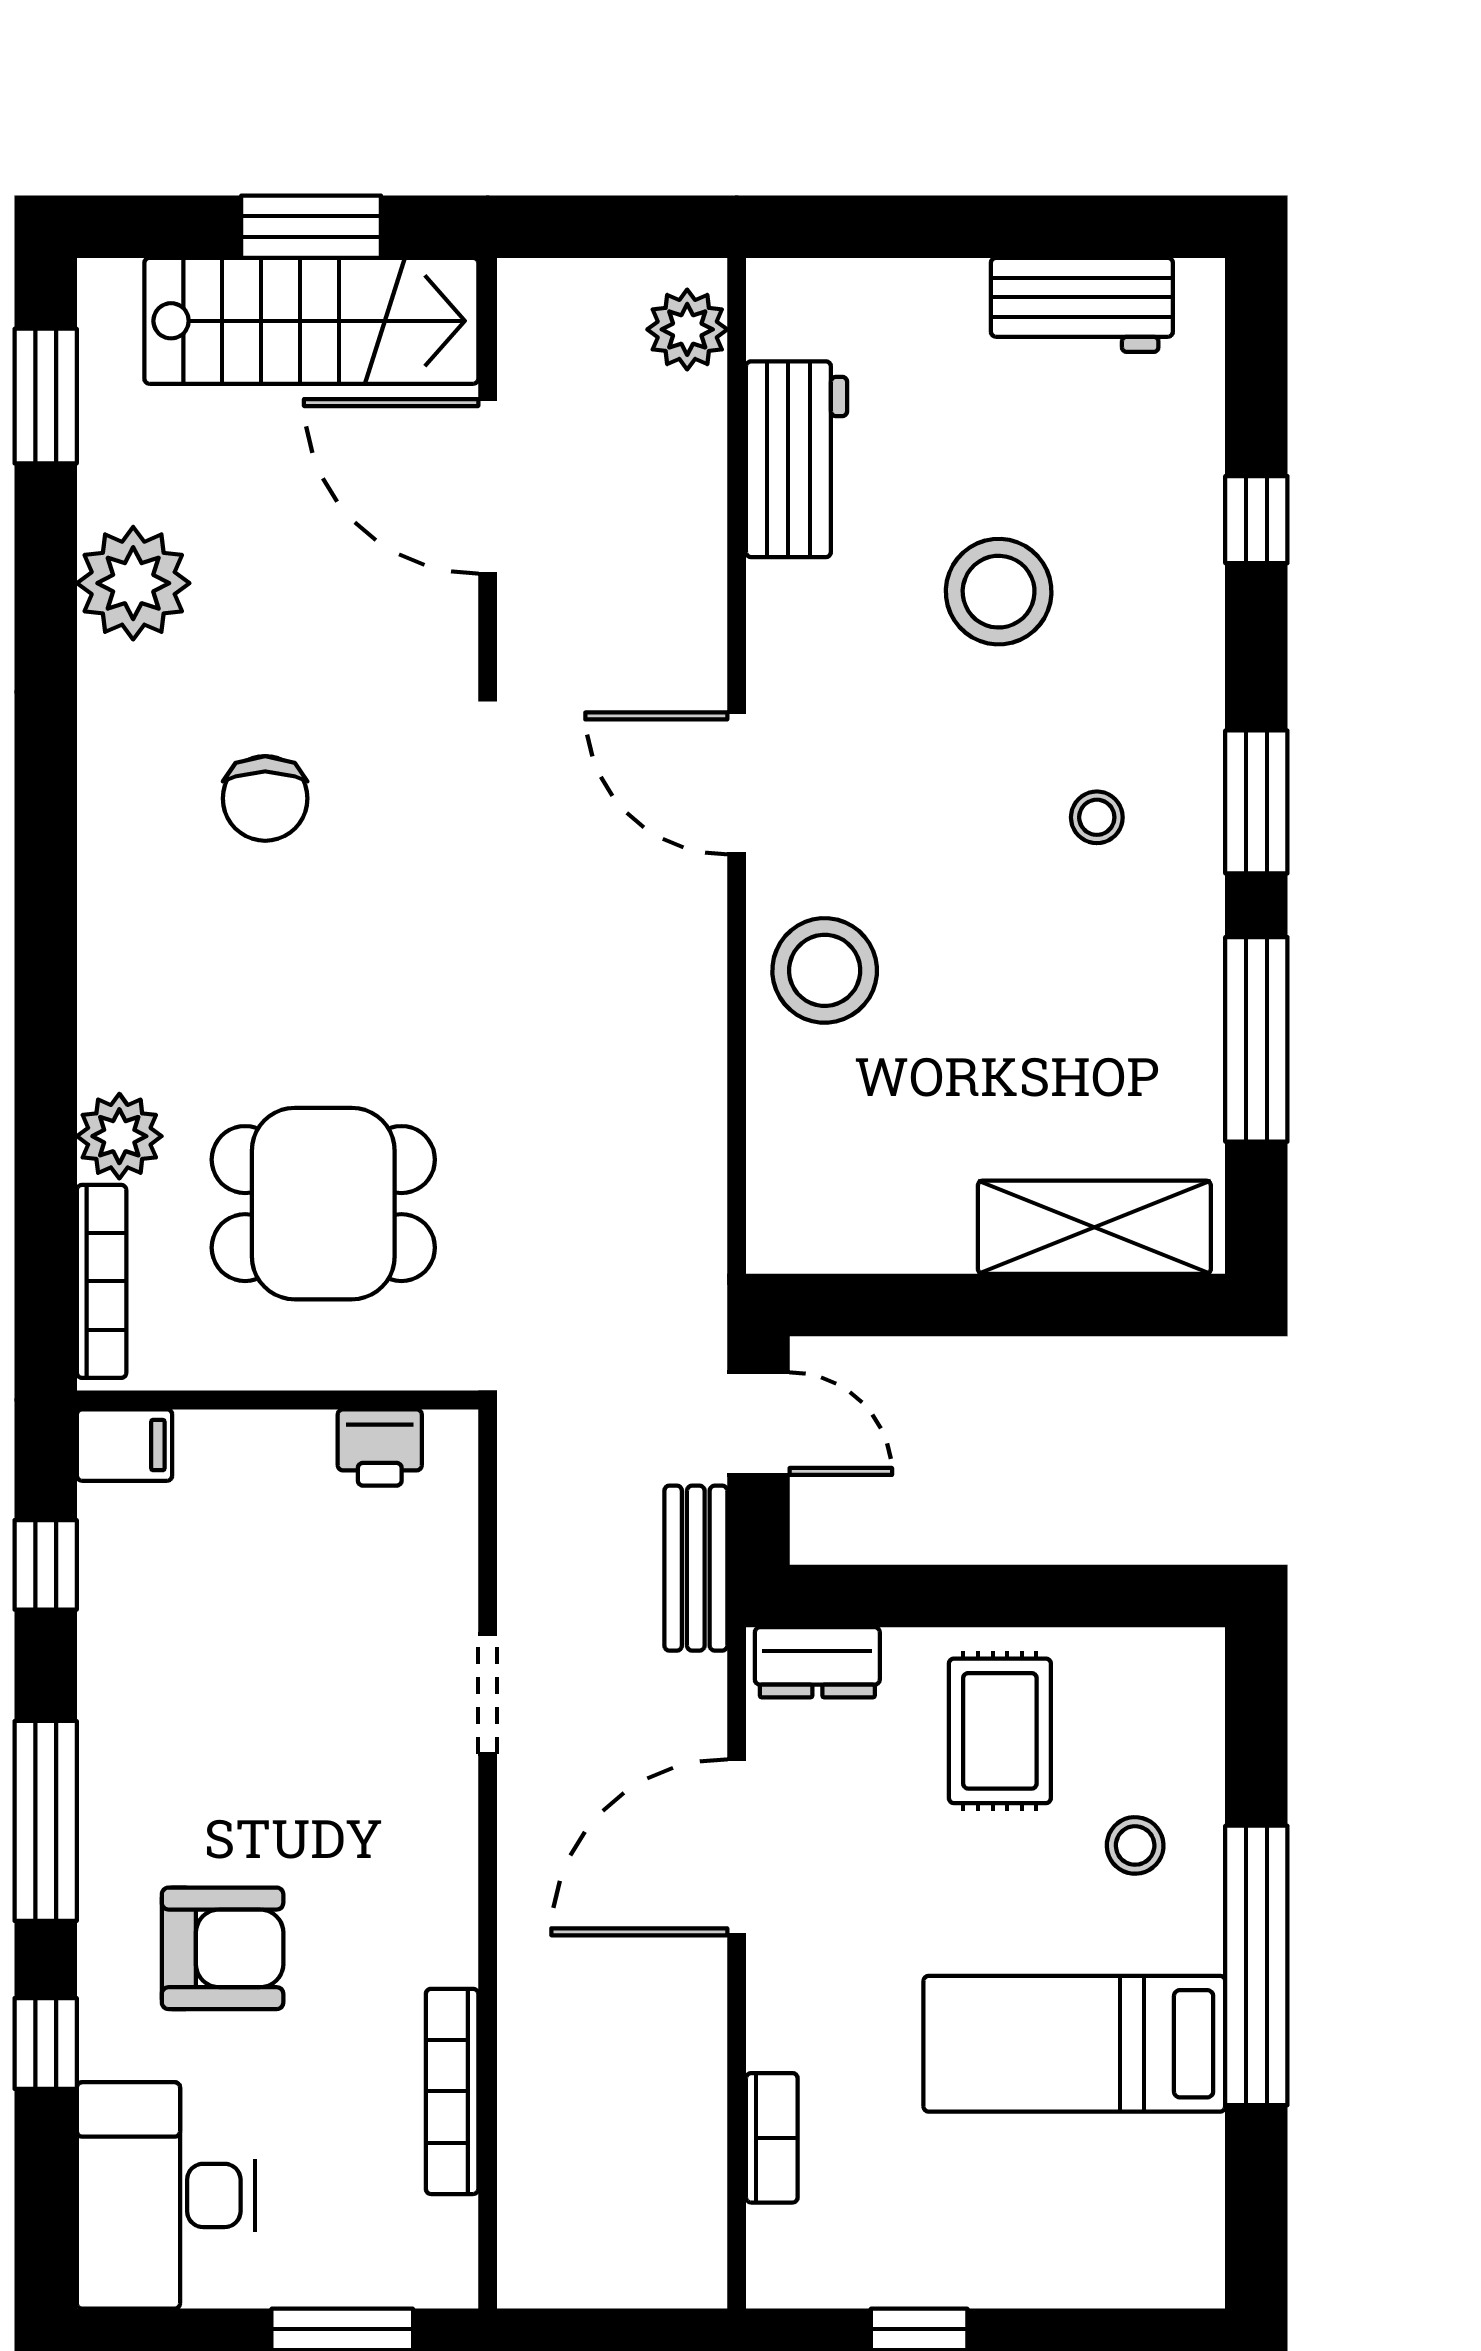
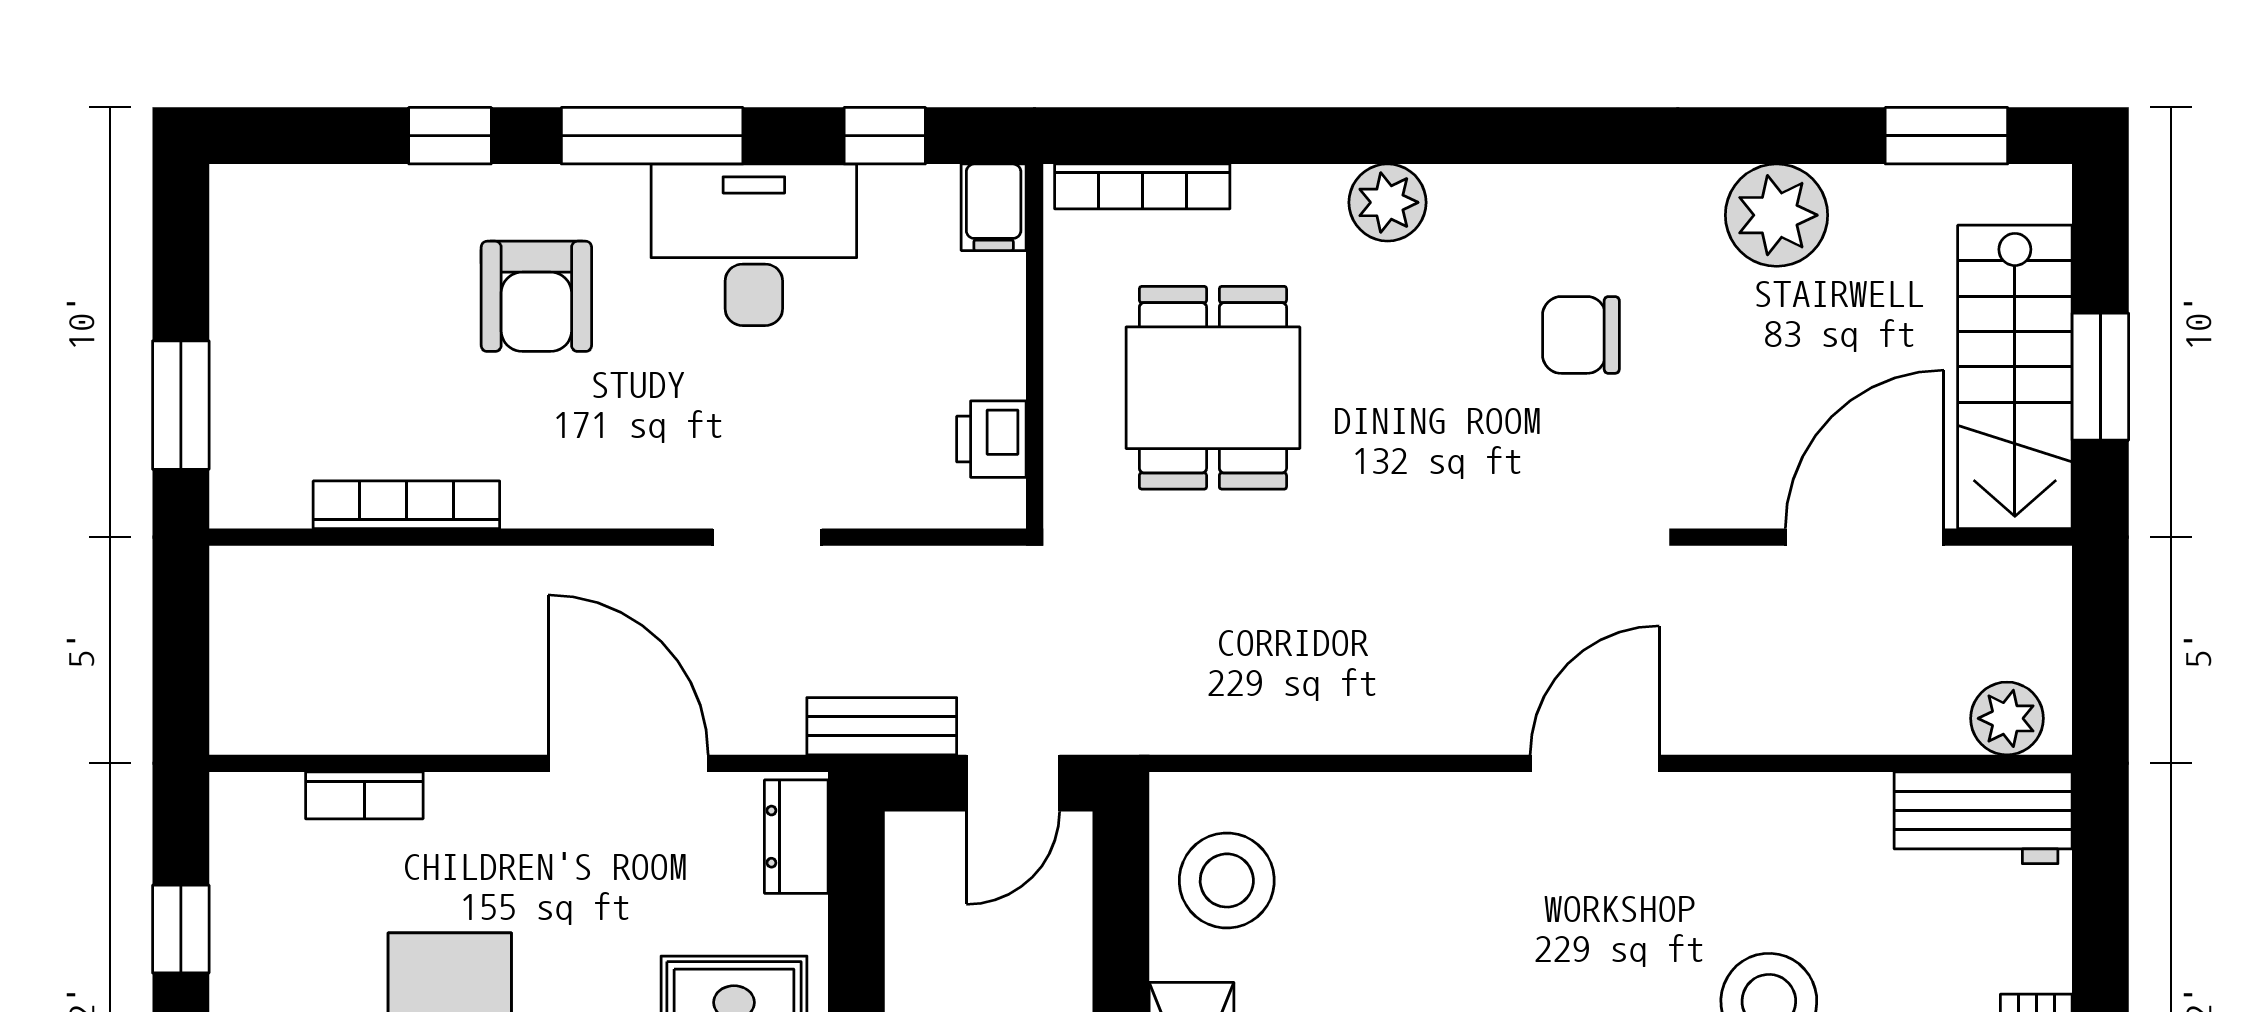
workbench: (797, 459) -> (1983, 818), moved
stool: (825, 970) -> (1227, 880), moved
plant: (119, 1136) -> (1388, 202), moved
desk: (166, 2195) -> (754, 245), moved

